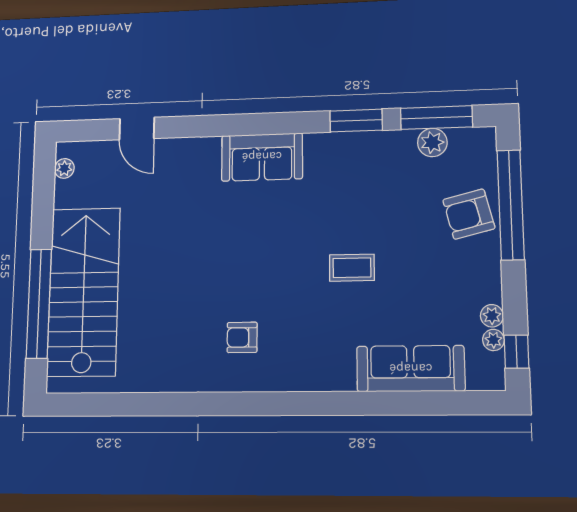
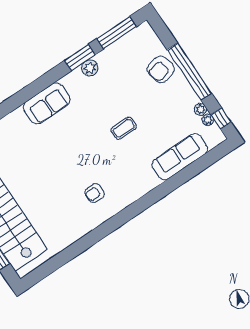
plant: (432, 142) -> (90, 68), moved
window: (511, 205) -> (189, 72), moved

